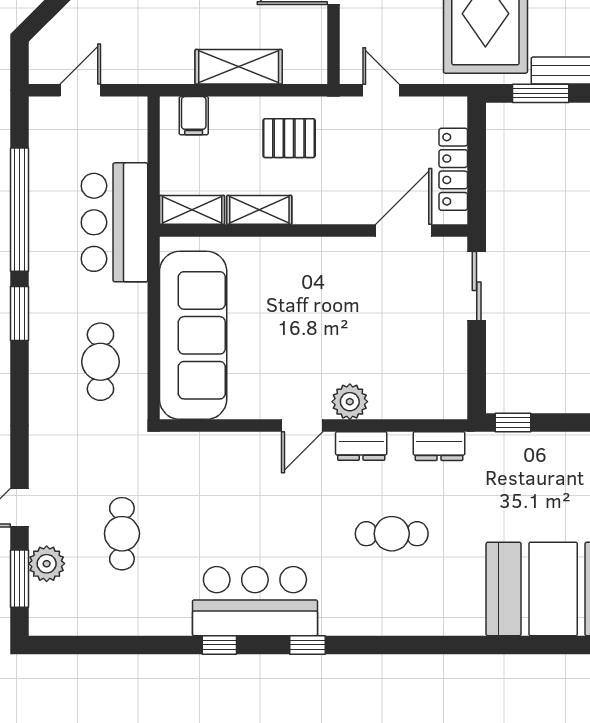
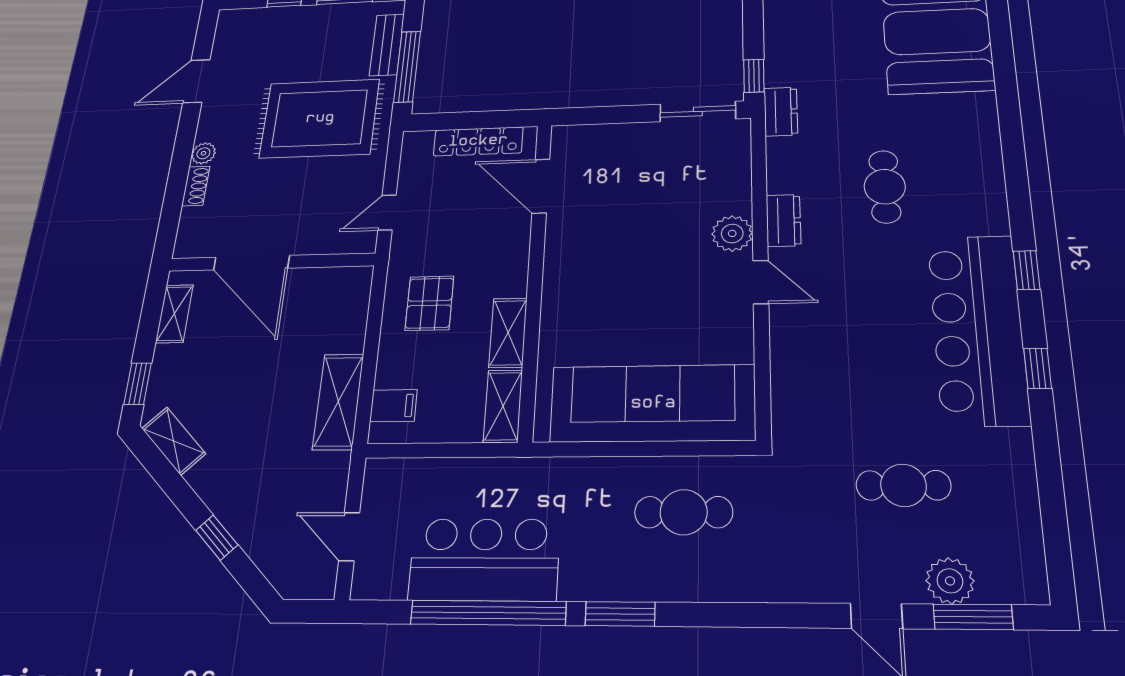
shelving: (239, 67) -> (338, 401), moved
window: (541, 93) -> (407, 66), width x1.44
bar counter: (114, 222) -> (484, 560), moved, turned 180
sliding door: (477, 286) -> (698, 111), moved
dresser: (439, 446) -> (781, 112), moved
bar counter: (255, 601) -> (978, 329), width x1.36

